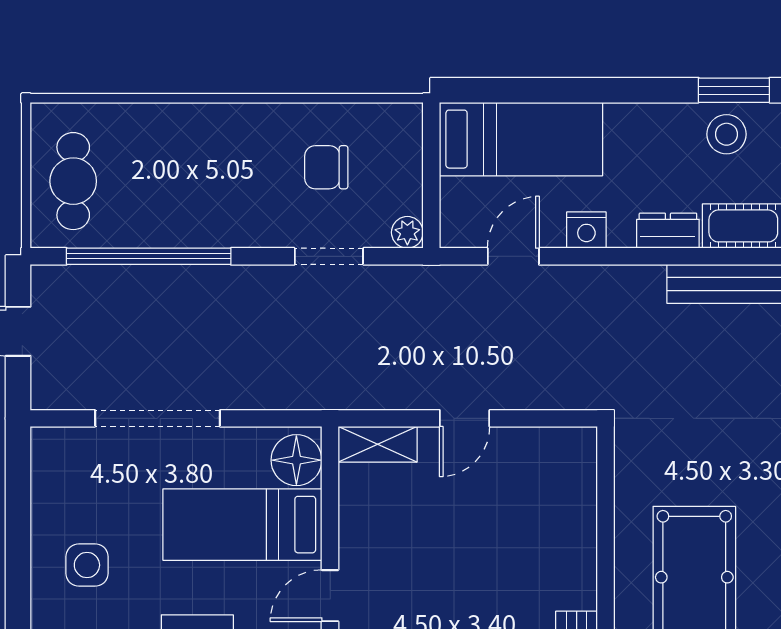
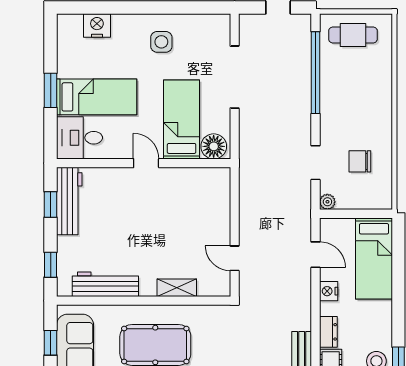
chair: (326, 167) -> (360, 161), turned -90
door: (465, 418) -> (235, 258), moved
shelving: (378, 444) -> (177, 288), moved, turned 90

